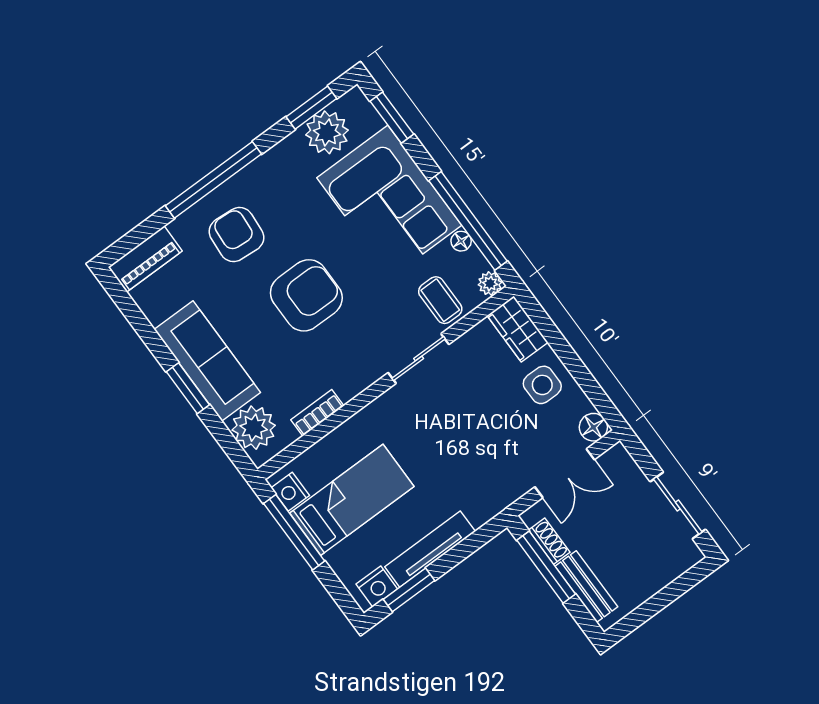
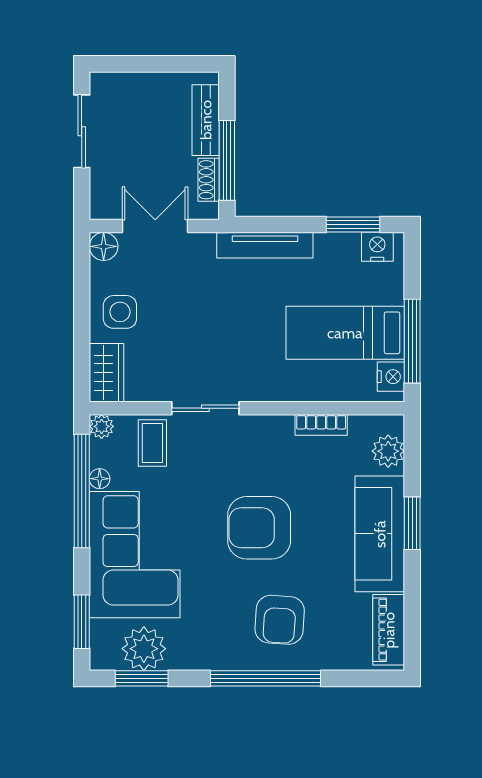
piano: (145, 259) -> (389, 630), moved, turned -90
plant: (254, 428) -> (388, 451), width x0.73, depth x0.73
tv unit: (430, 549) -> (265, 245), moved

